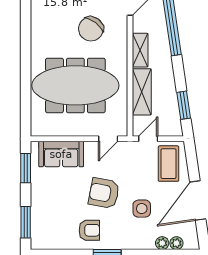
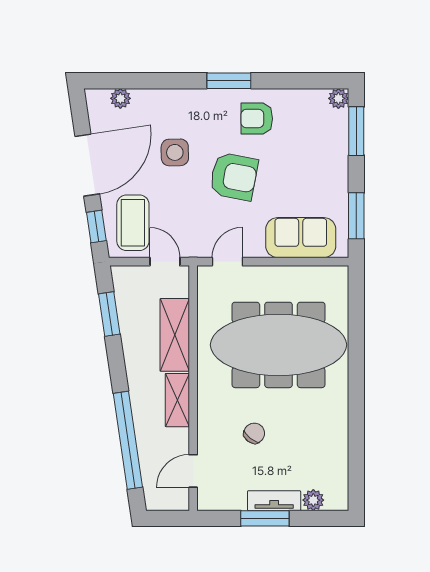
chair: (91, 29) -> (254, 433), width x0.54, depth x0.54
door: (148, 139) -> (165, 262), swing flipped
window: (192, 161) -> (96, 227), added
plant: (162, 243) -> (338, 98), moved

